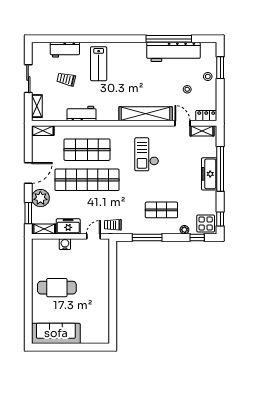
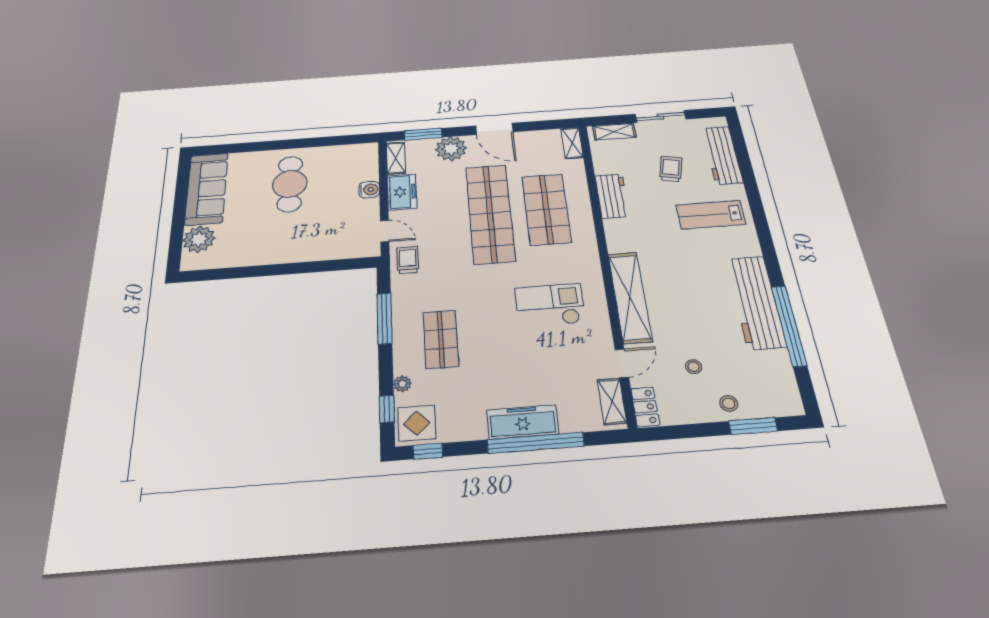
workbench: (65, 50) -> (722, 155), width x1.37
workbench: (173, 52) -> (756, 302), moved
plant: (90, 335) -> (199, 239), added

